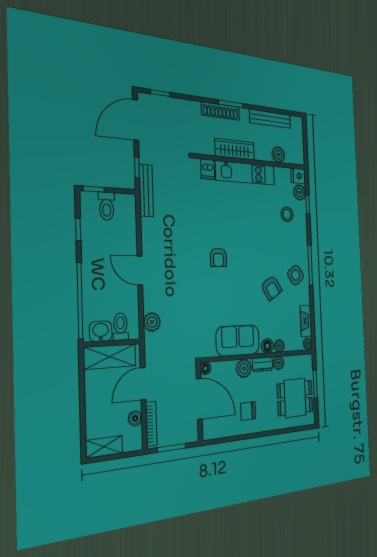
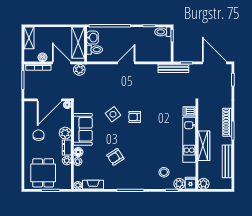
wardrobe: (235, 149) -> (204, 146), moved
plant: (278, 155) -> (203, 184), moved
toilet: (107, 206) -> (163, 32), moved
side table: (296, 275) -> (113, 114), moved
plant: (152, 322) -> (79, 70), moved

